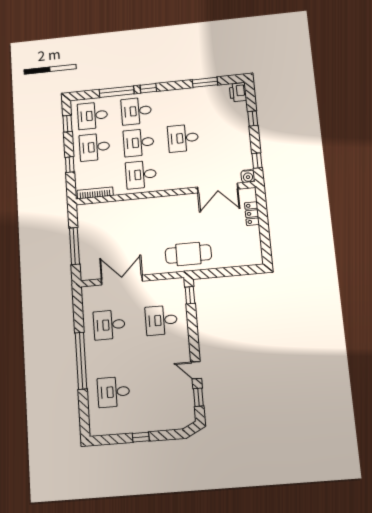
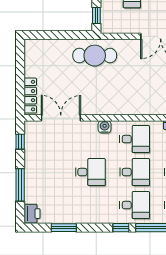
window: (253, 118) -> (20, 185), width x2.17
water cooler: (248, 176) -> (105, 127), moved
locker: (252, 214) -> (30, 96), width x1.53

